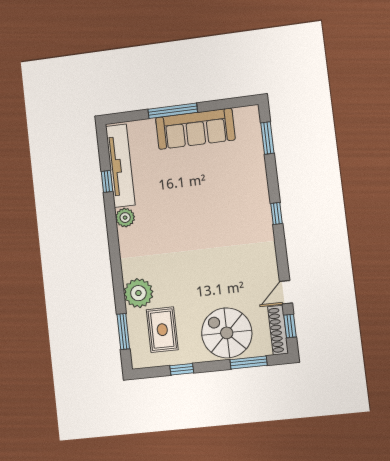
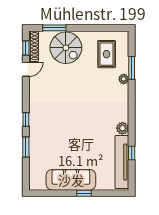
window: (173, 111) -> (84, 193), width x0.46
window: (267, 138) -> (26, 147), moved
plant: (138, 293) -> (124, 79), width x0.53, depth x0.53
window: (123, 331) -> (132, 68), moved
window: (182, 369) -> (97, 28), removed

